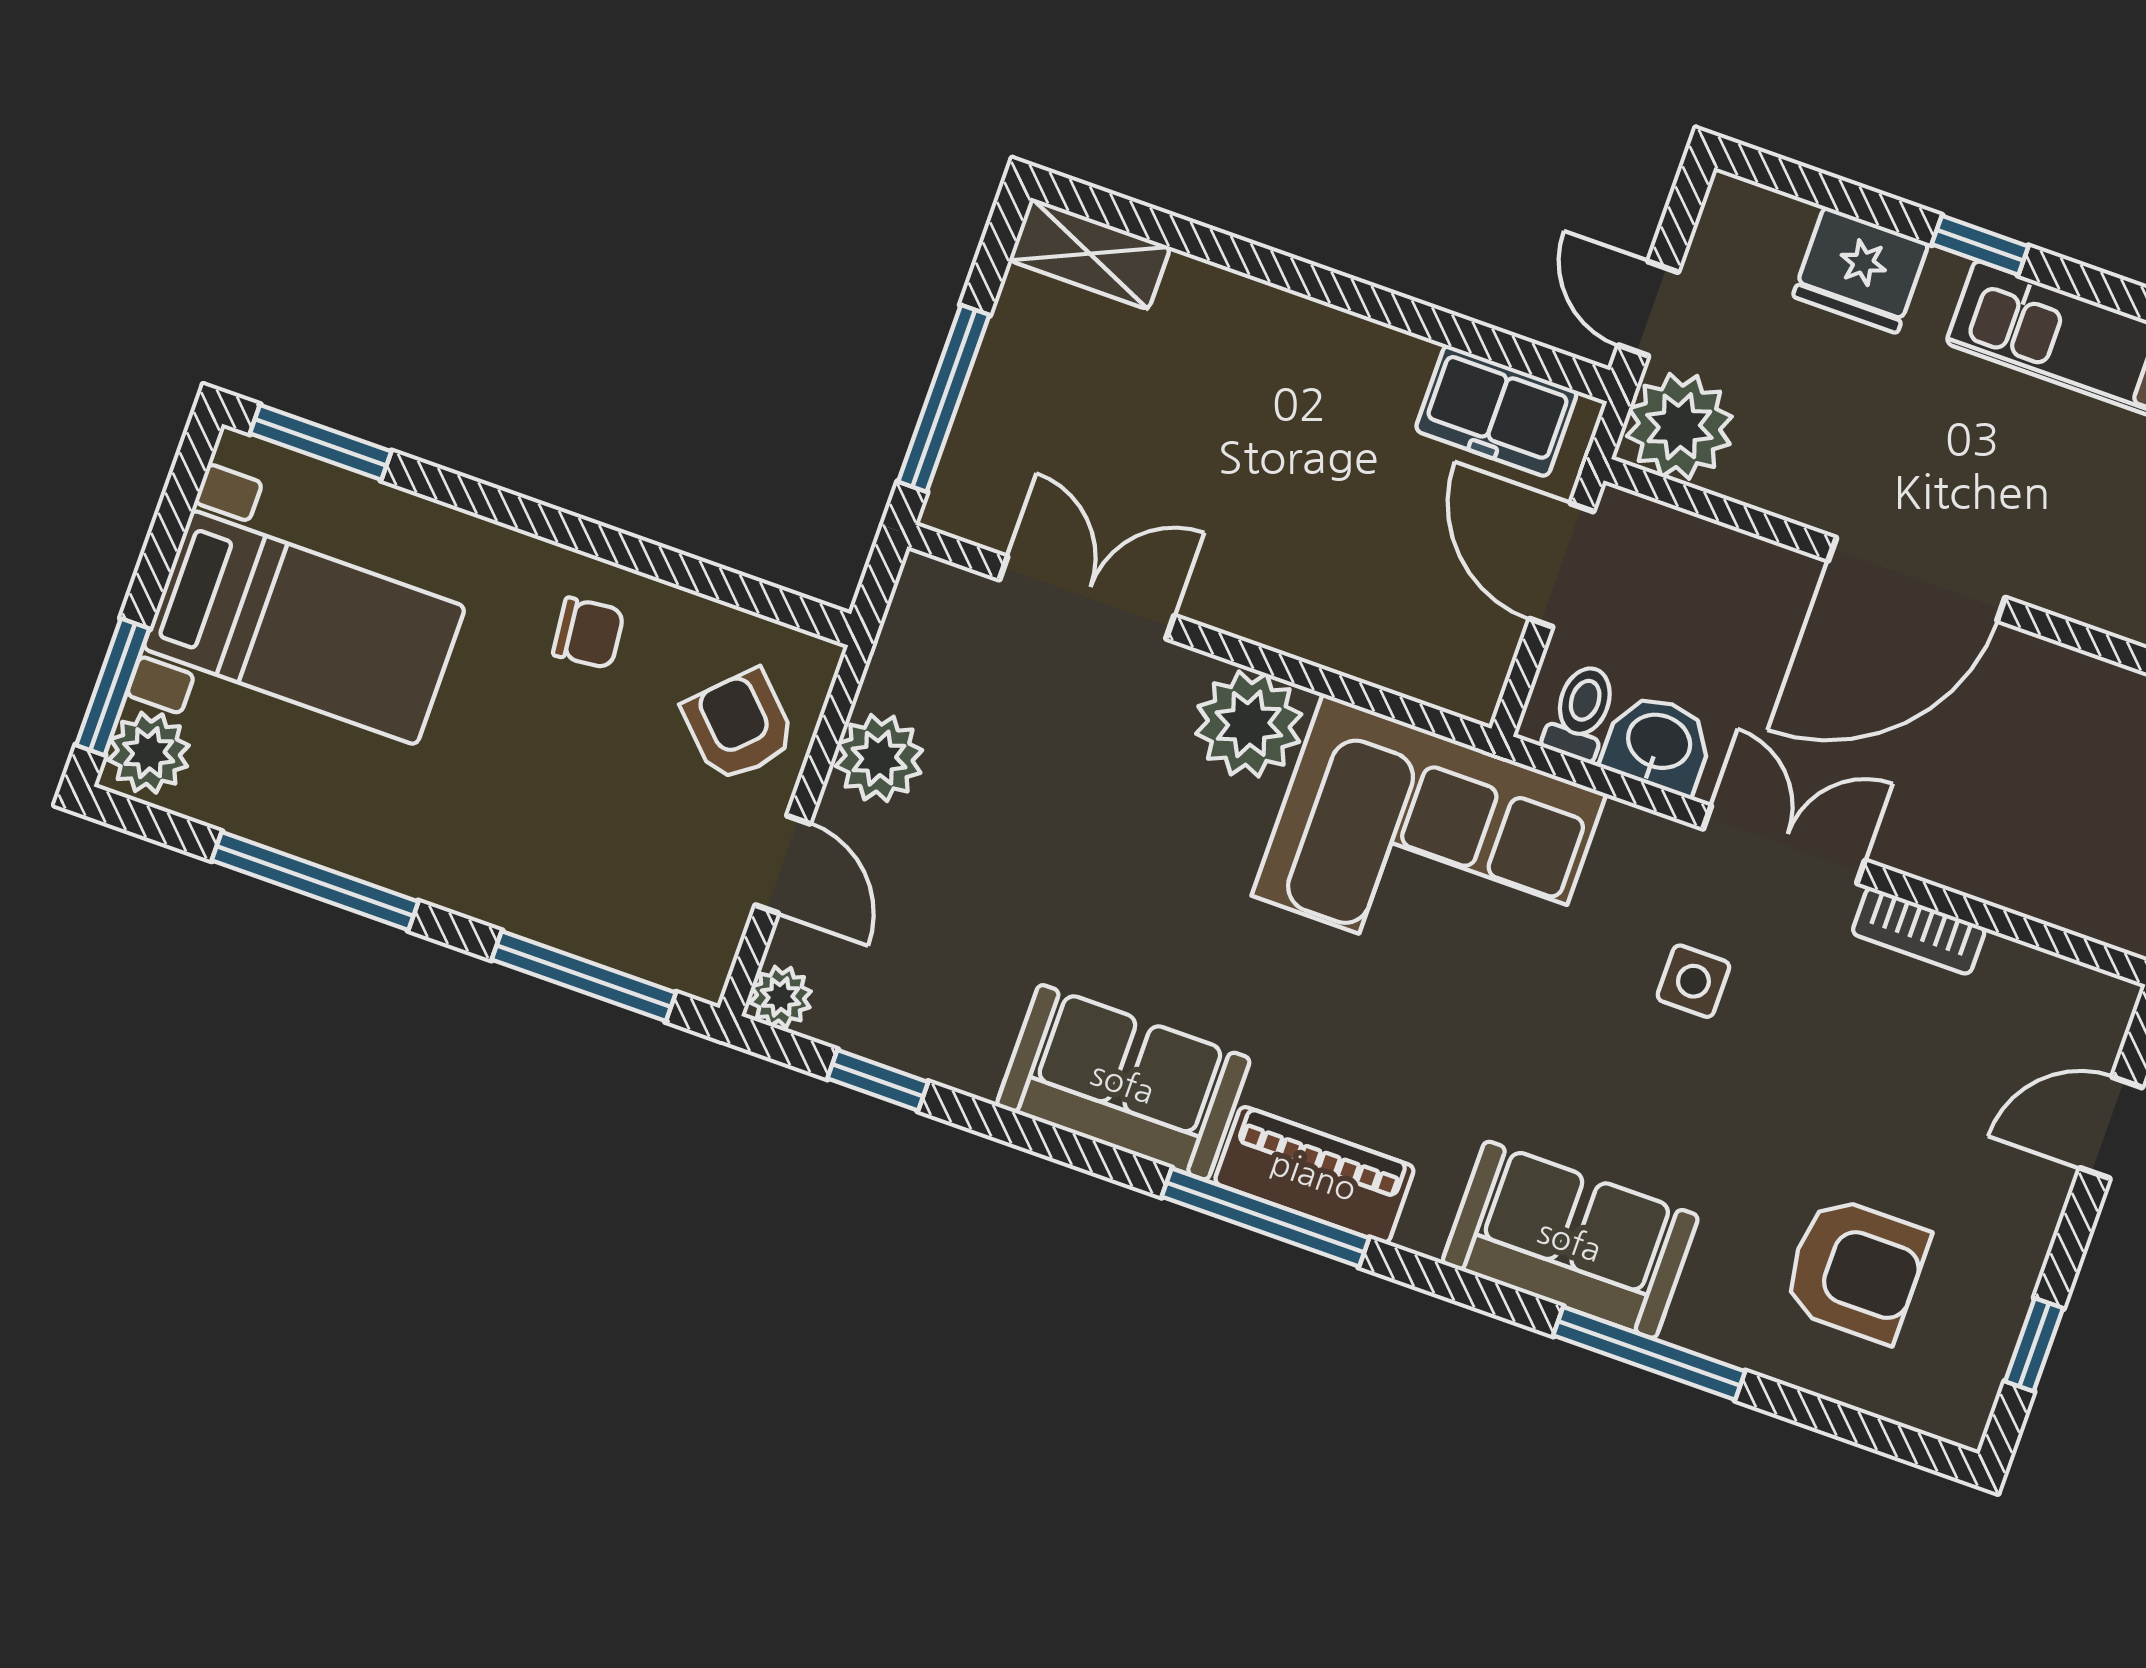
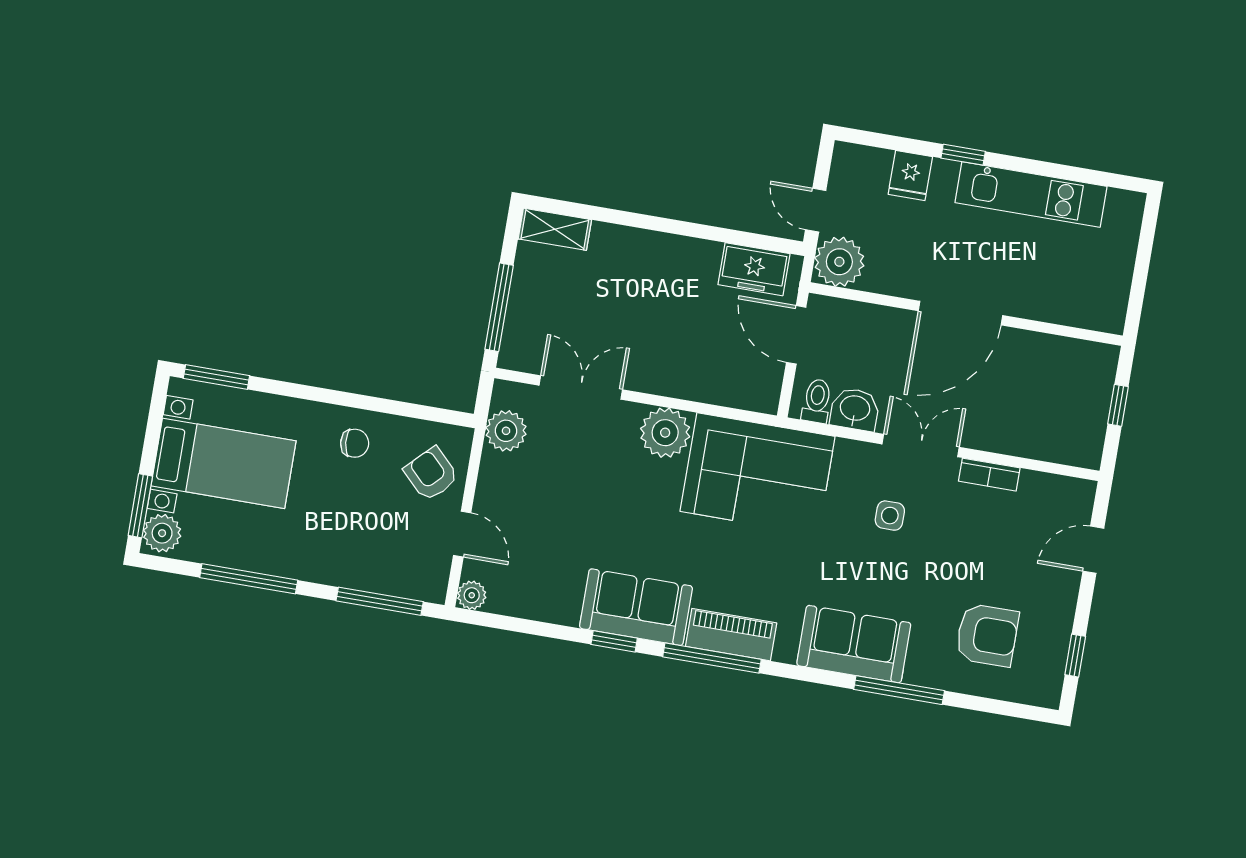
fridge: (1861, 270) -> (910, 175), width x0.72
plant: (879, 758) -> (506, 431), moved
window: (878, 1080) -> (614, 641), moved

